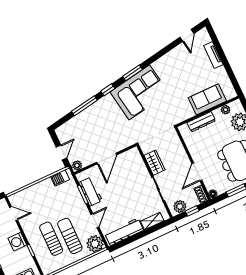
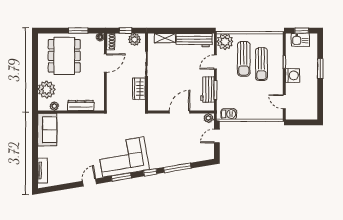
door: (187, 35) -> (89, 182), moved
tv unit: (213, 55) -> (43, 171), moved
sofa: (207, 99) -> (47, 130), moved, turned -90

